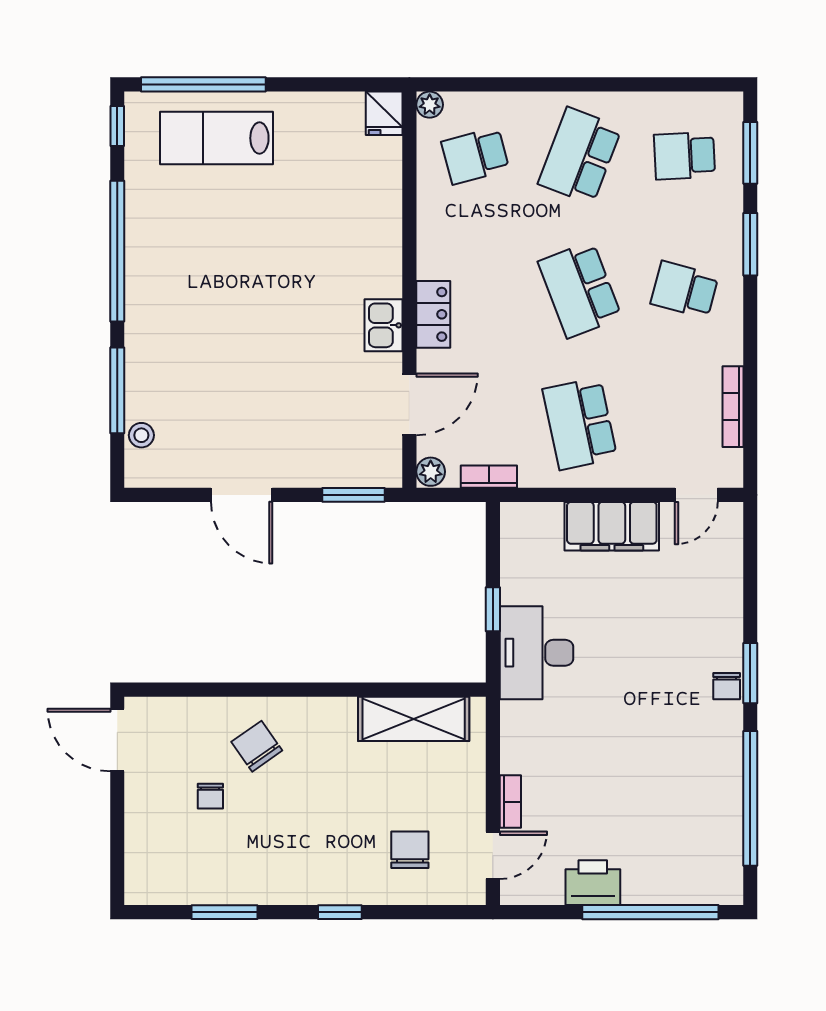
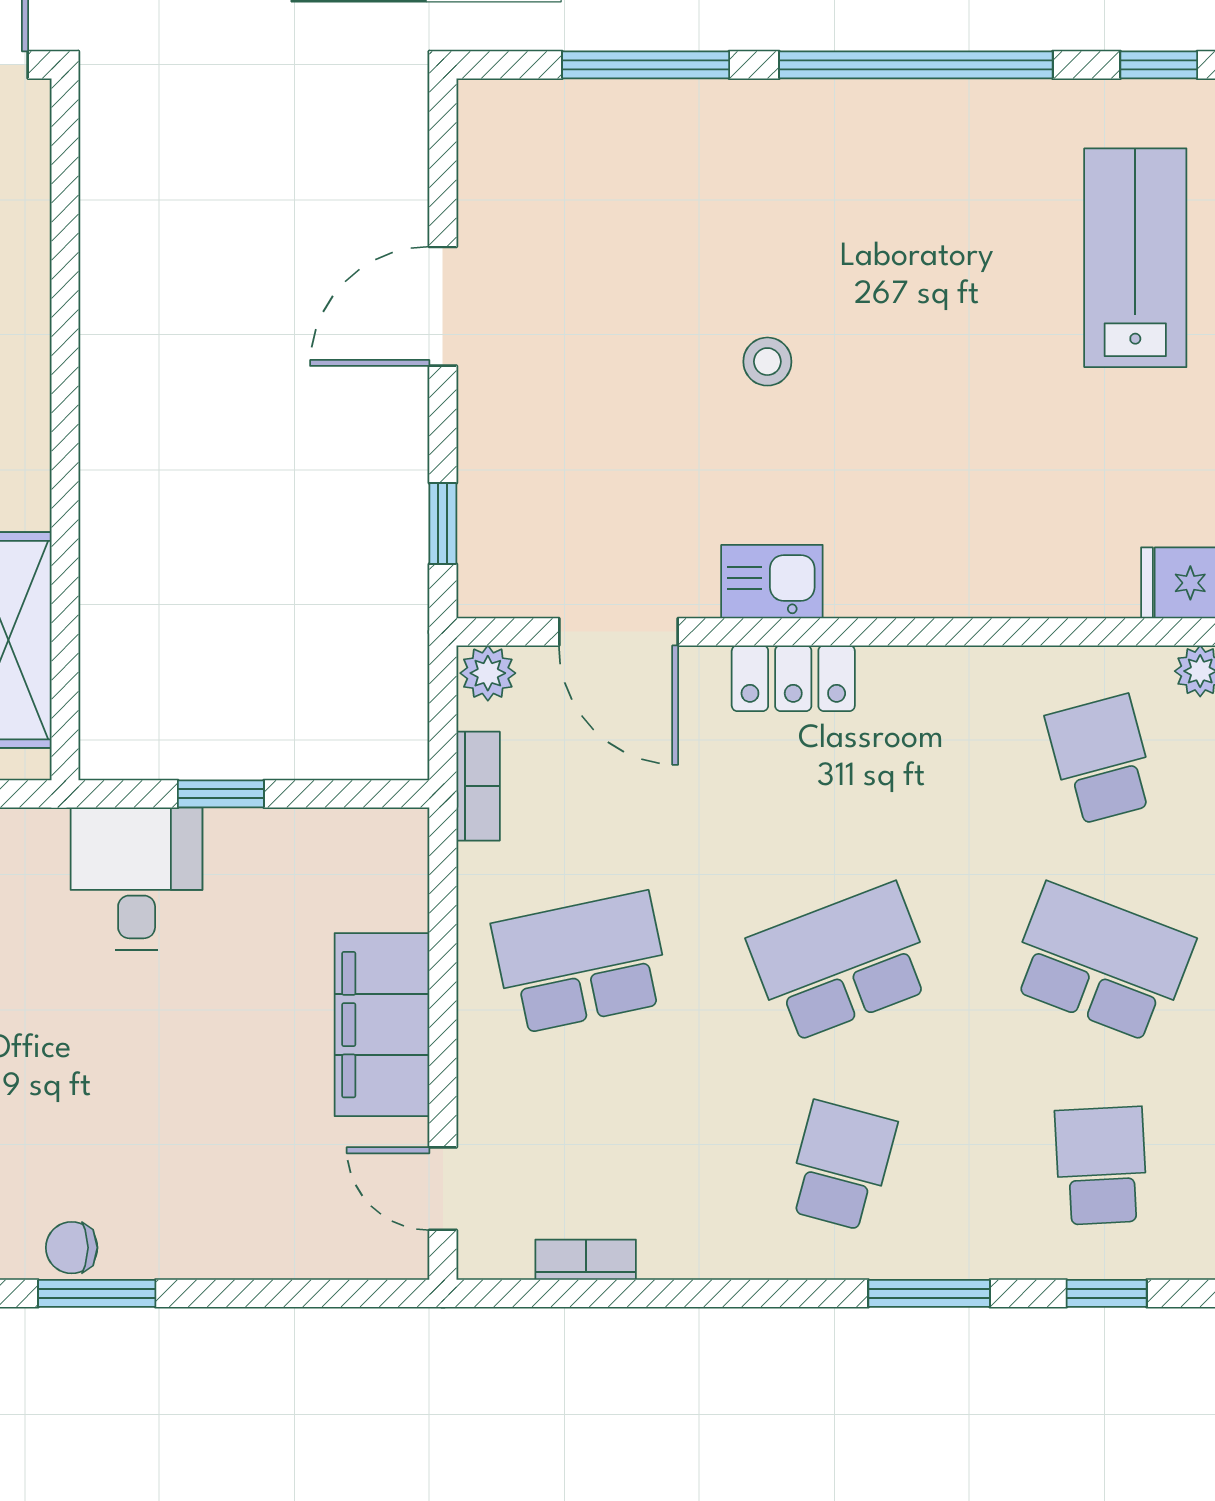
window: (750, 153) -> (1107, 1293), width x0.67
bookcase: (733, 407) -> (586, 1260), width x0.64
stool: (141, 435) -> (767, 362), moved
window: (354, 495) -> (443, 523), width x0.67
desk: (536, 653) -> (137, 879), width x0.73

